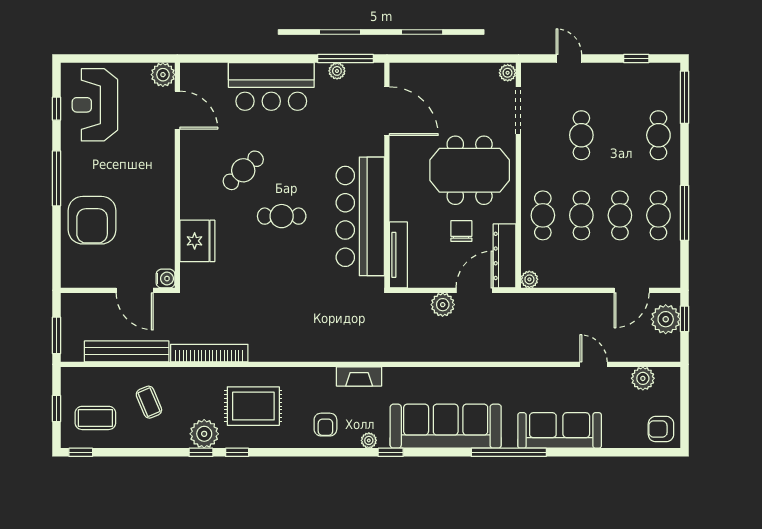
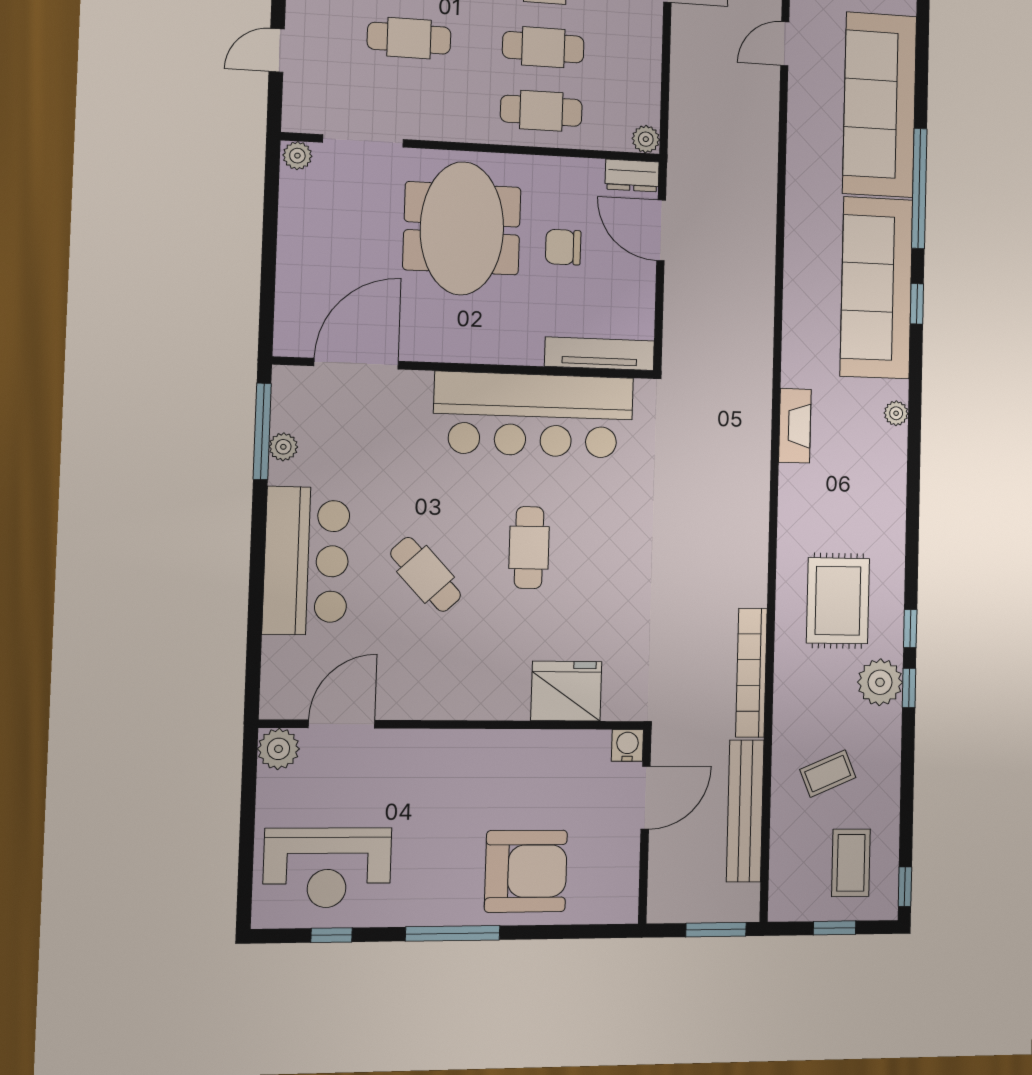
cafe table: (243, 170) -> (426, 574), moved
dresser: (505, 256) -> (632, 176), width x0.51, depth x0.80
plant: (443, 305) -> (683, 284), removed
armchair: (325, 425) -> (870, 483), removed
sofa: (560, 430) -> (880, 105), width x1.36, depth x1.27
window: (391, 452) -> (917, 304), moved

